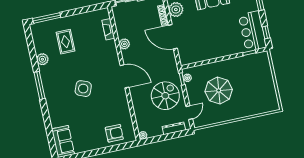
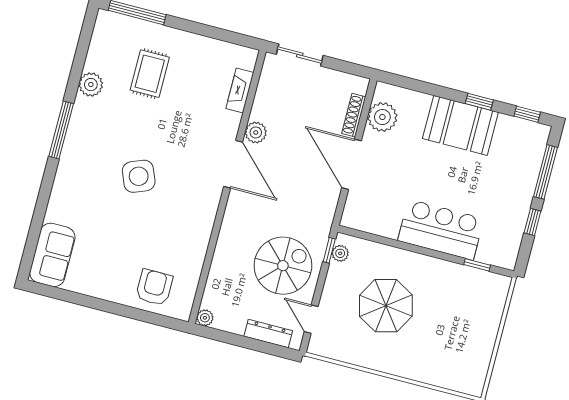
bar counter: (252, 31) -> (441, 230), moved, turned 90
window: (266, 32) -> (532, 222), moved
door: (124, 76) -> (233, 164), moved
side table: (83, 89) -> (139, 176), turned 45
door: (189, 113) -> (311, 319), swing flipped
armchair: (114, 133) -> (154, 287), turned -90

